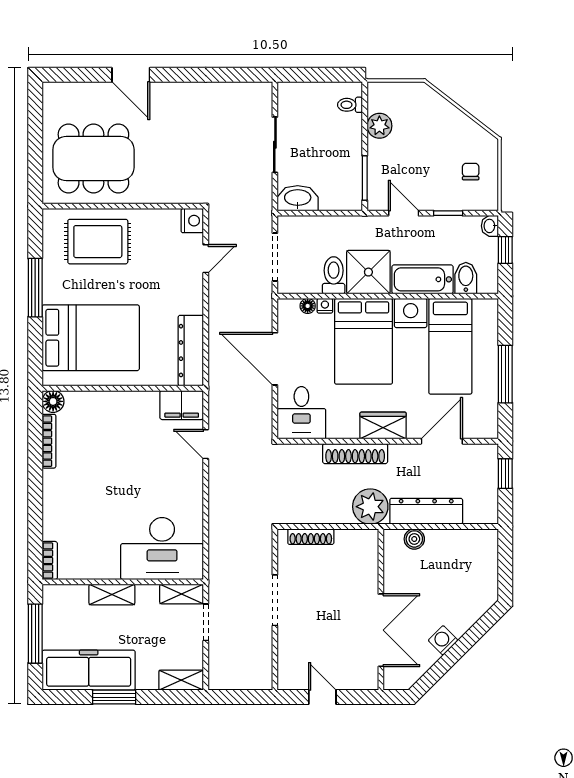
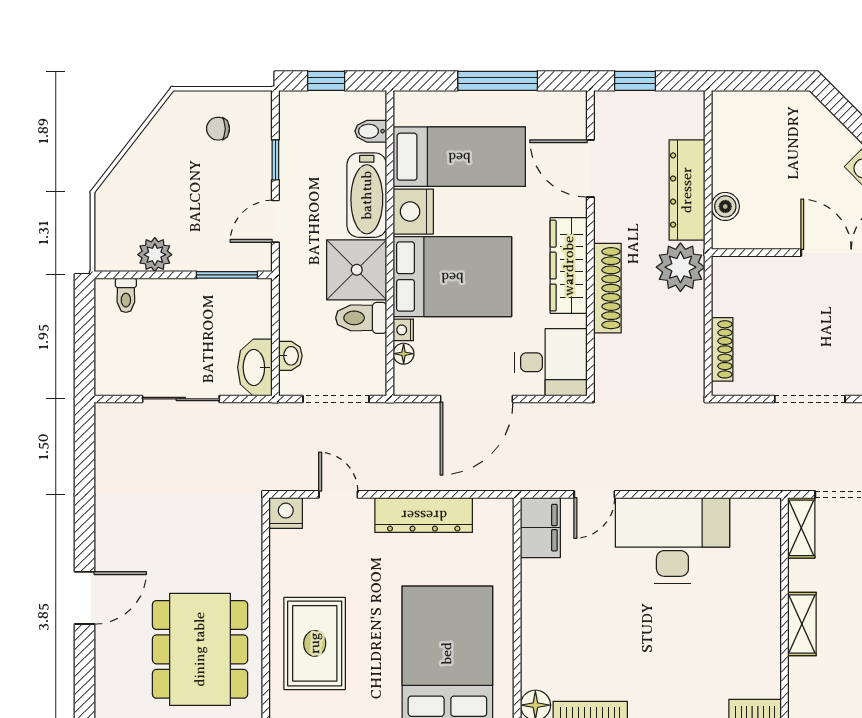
washbasin: (490, 226) -> (290, 356), moved, turned -90
bidet: (466, 278) -> (371, 131), width x0.72, depth x0.74
dresser: (191, 351) -> (424, 515), moved
wardrobe: (383, 426) -> (569, 266), width x1.50
desk: (162, 549) -> (672, 540), moved, turned -90

